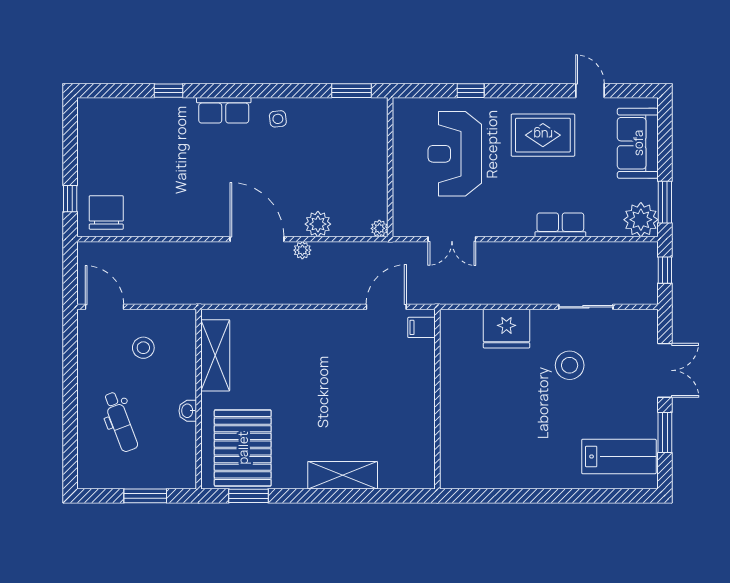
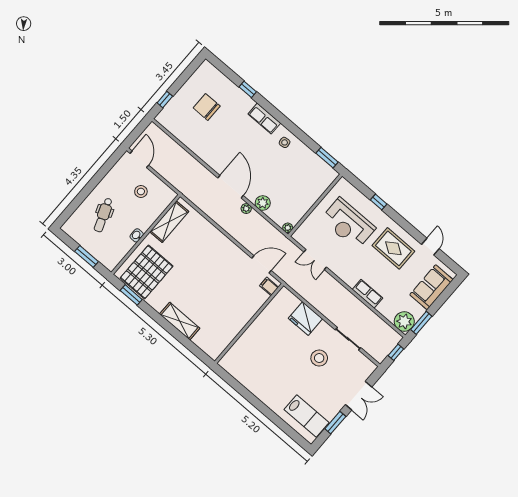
reception desk: (455, 154) -> (348, 224), turned -90
chair: (106, 212) -> (207, 107), moved, turned -90

